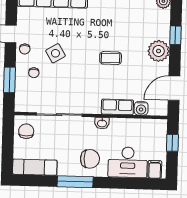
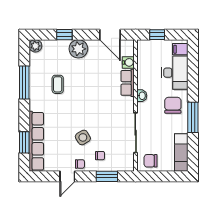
coffee table: (111, 58) -> (58, 84), moved

